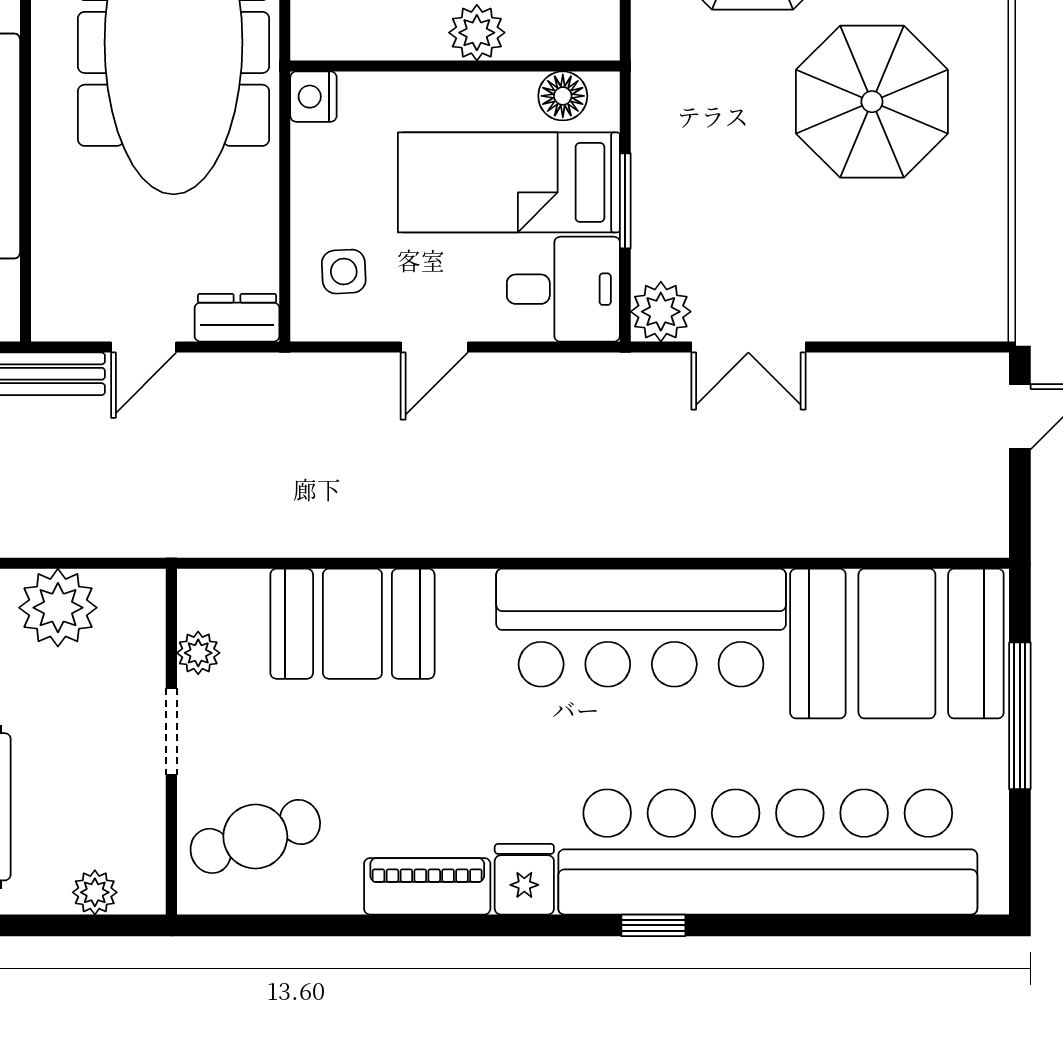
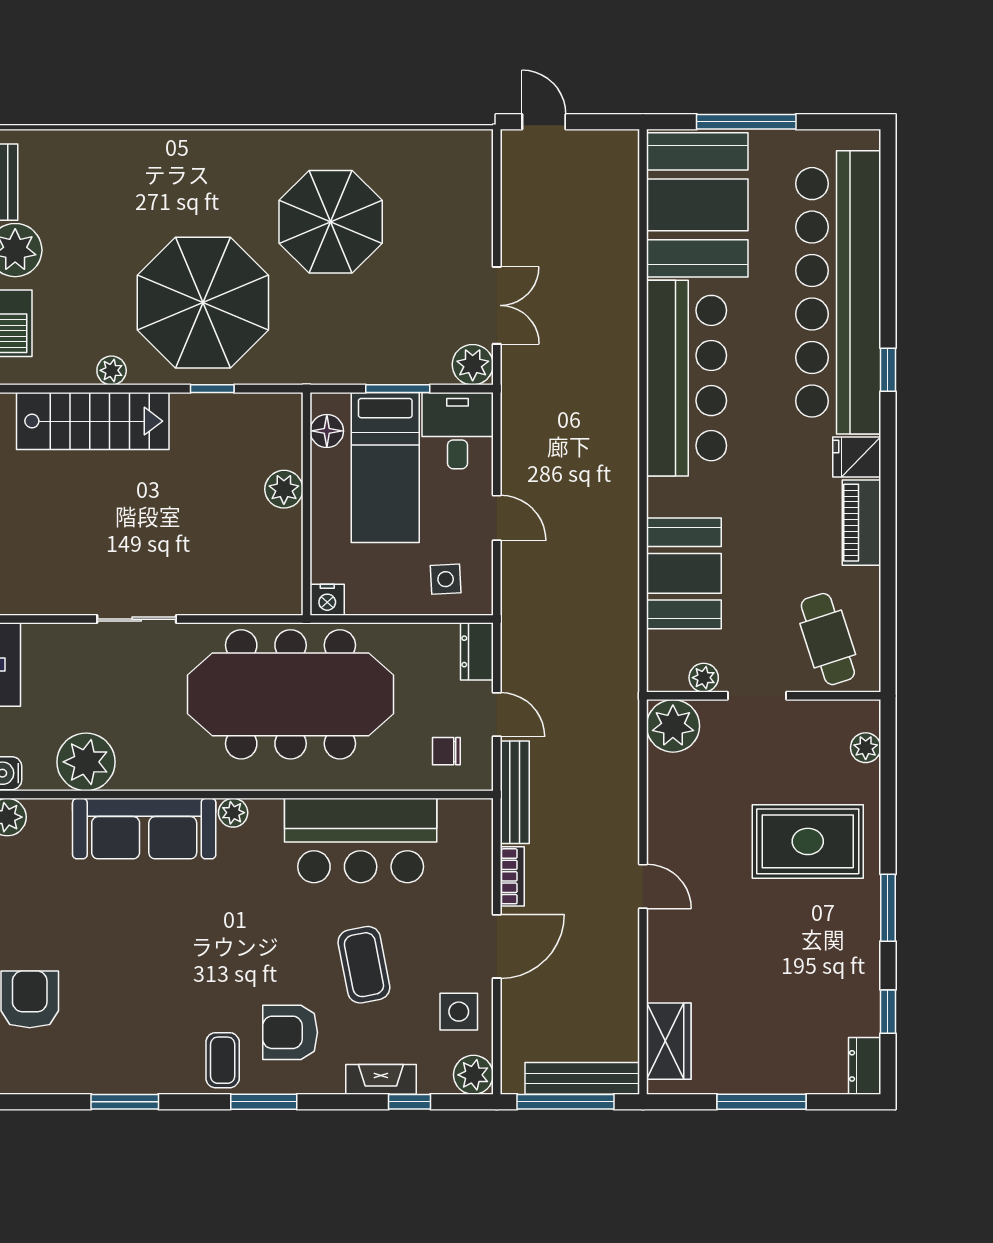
chair: (90, 273) -> (446, 751), added
plant: (58, 608) -> (673, 726), moved

